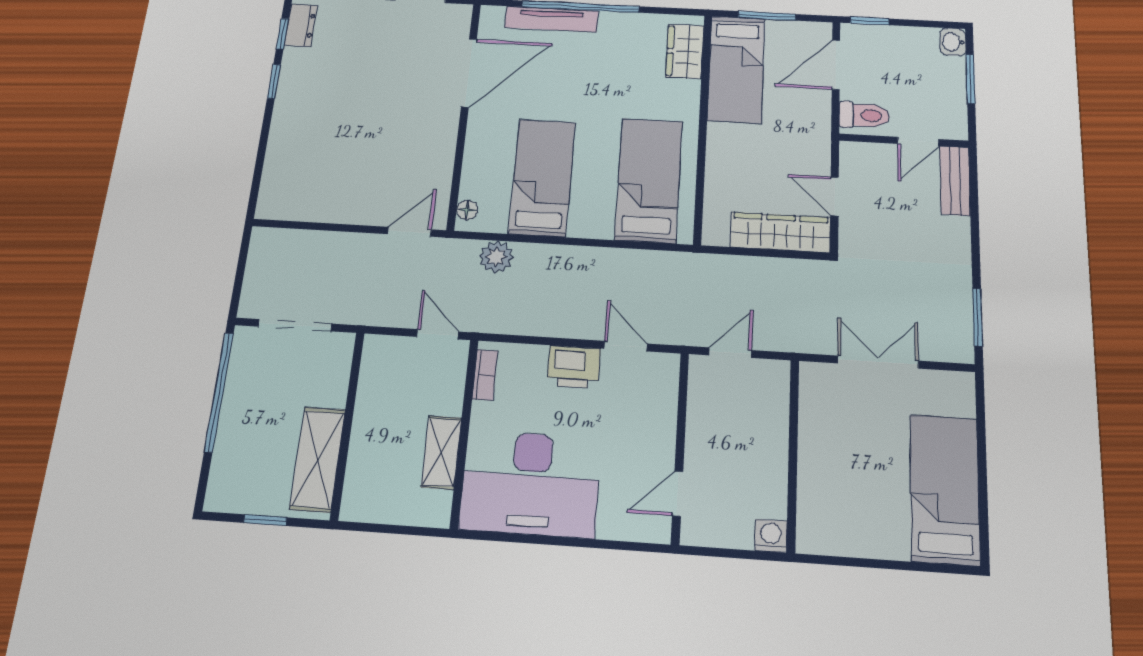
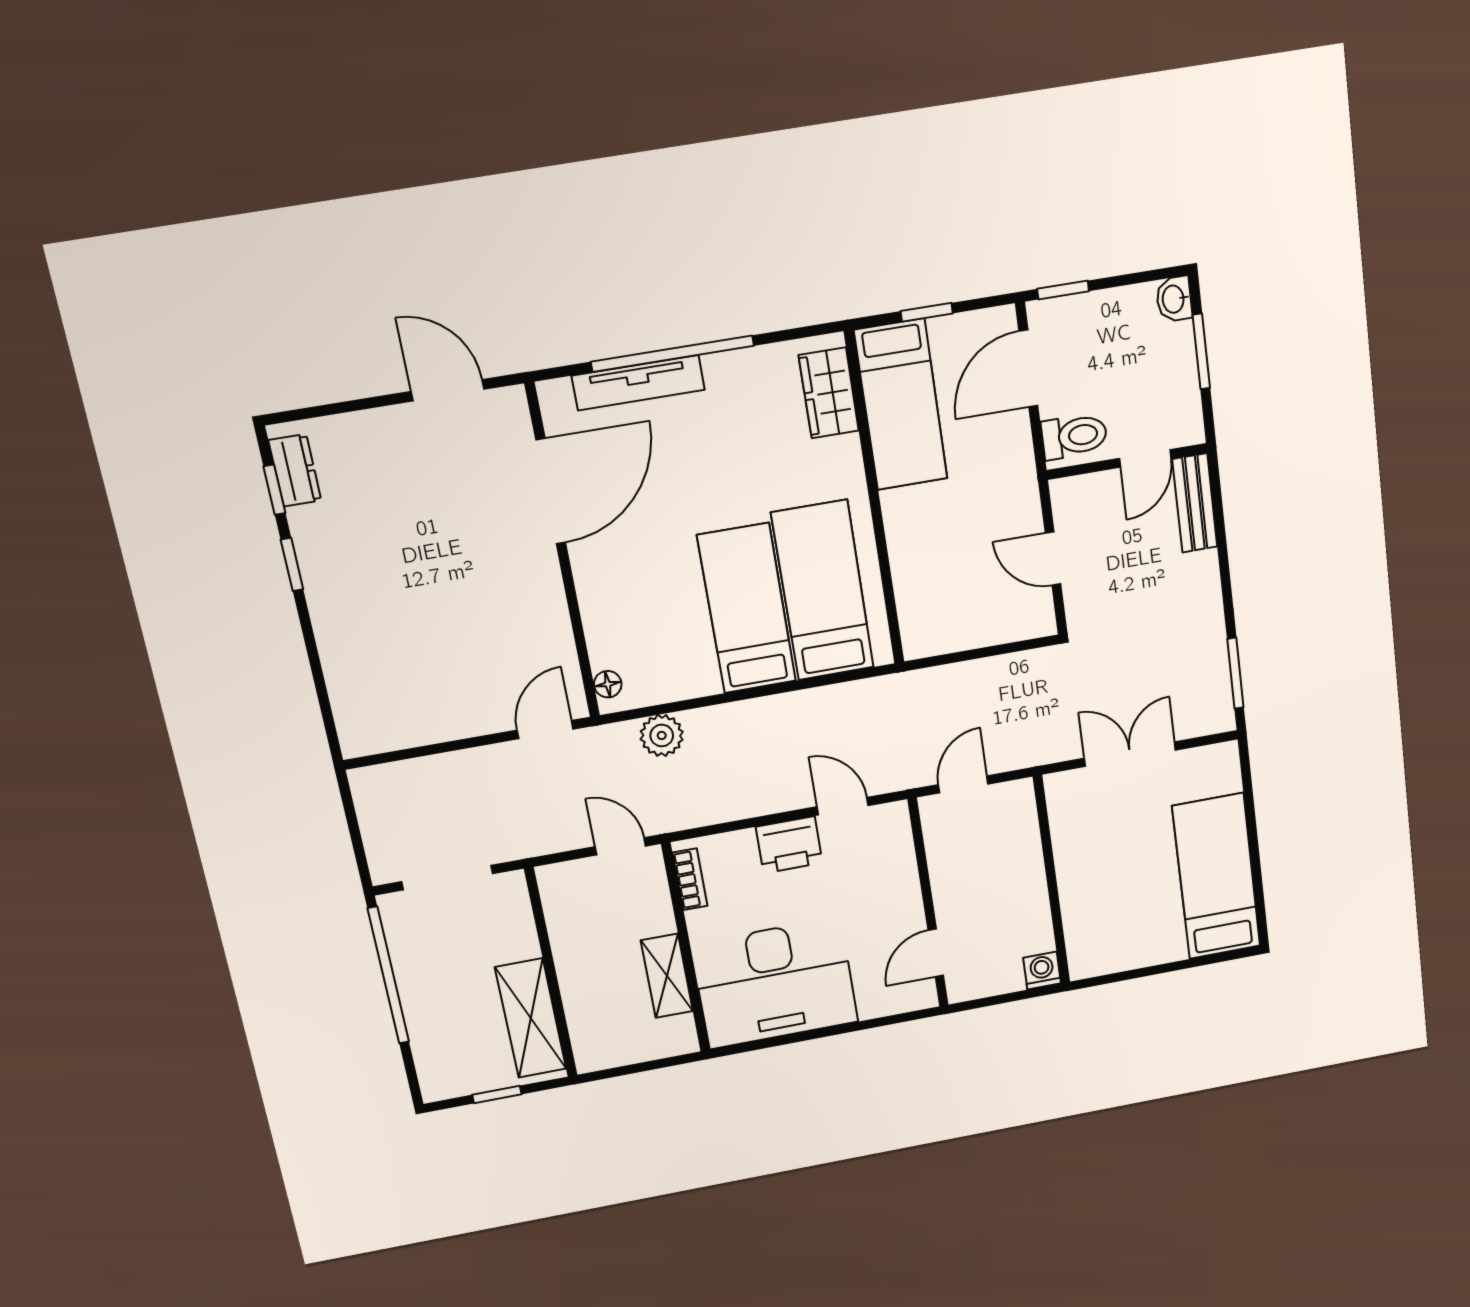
window: (767, 16) -> (927, 312), width x0.67
bed: (542, 178) -> (747, 609), moved
wardrobe: (781, 232) -> (996, 622), removed

